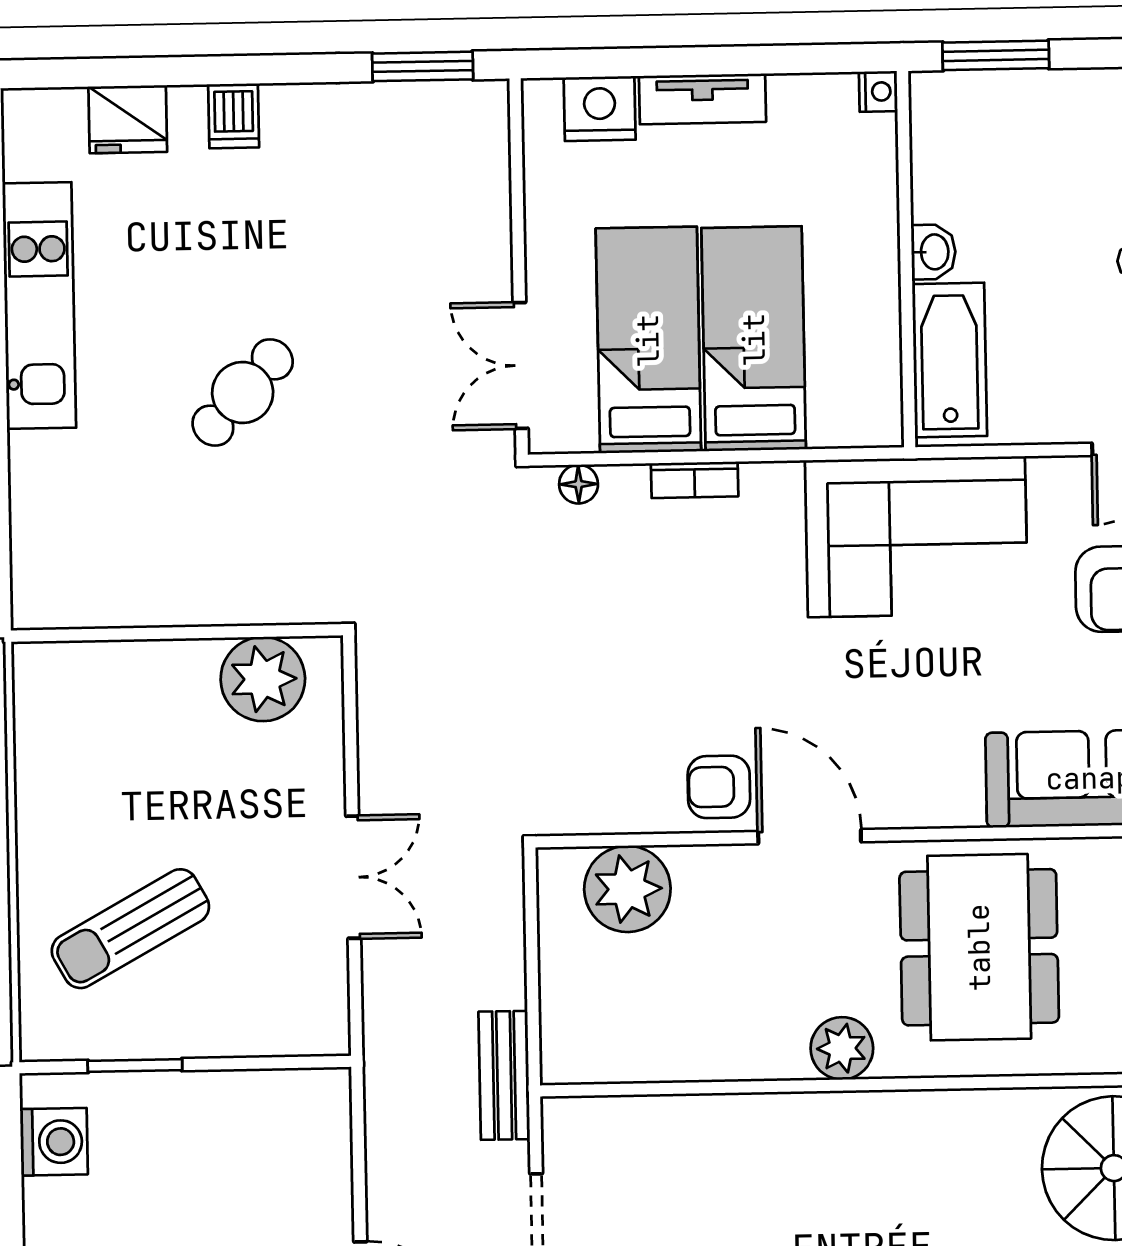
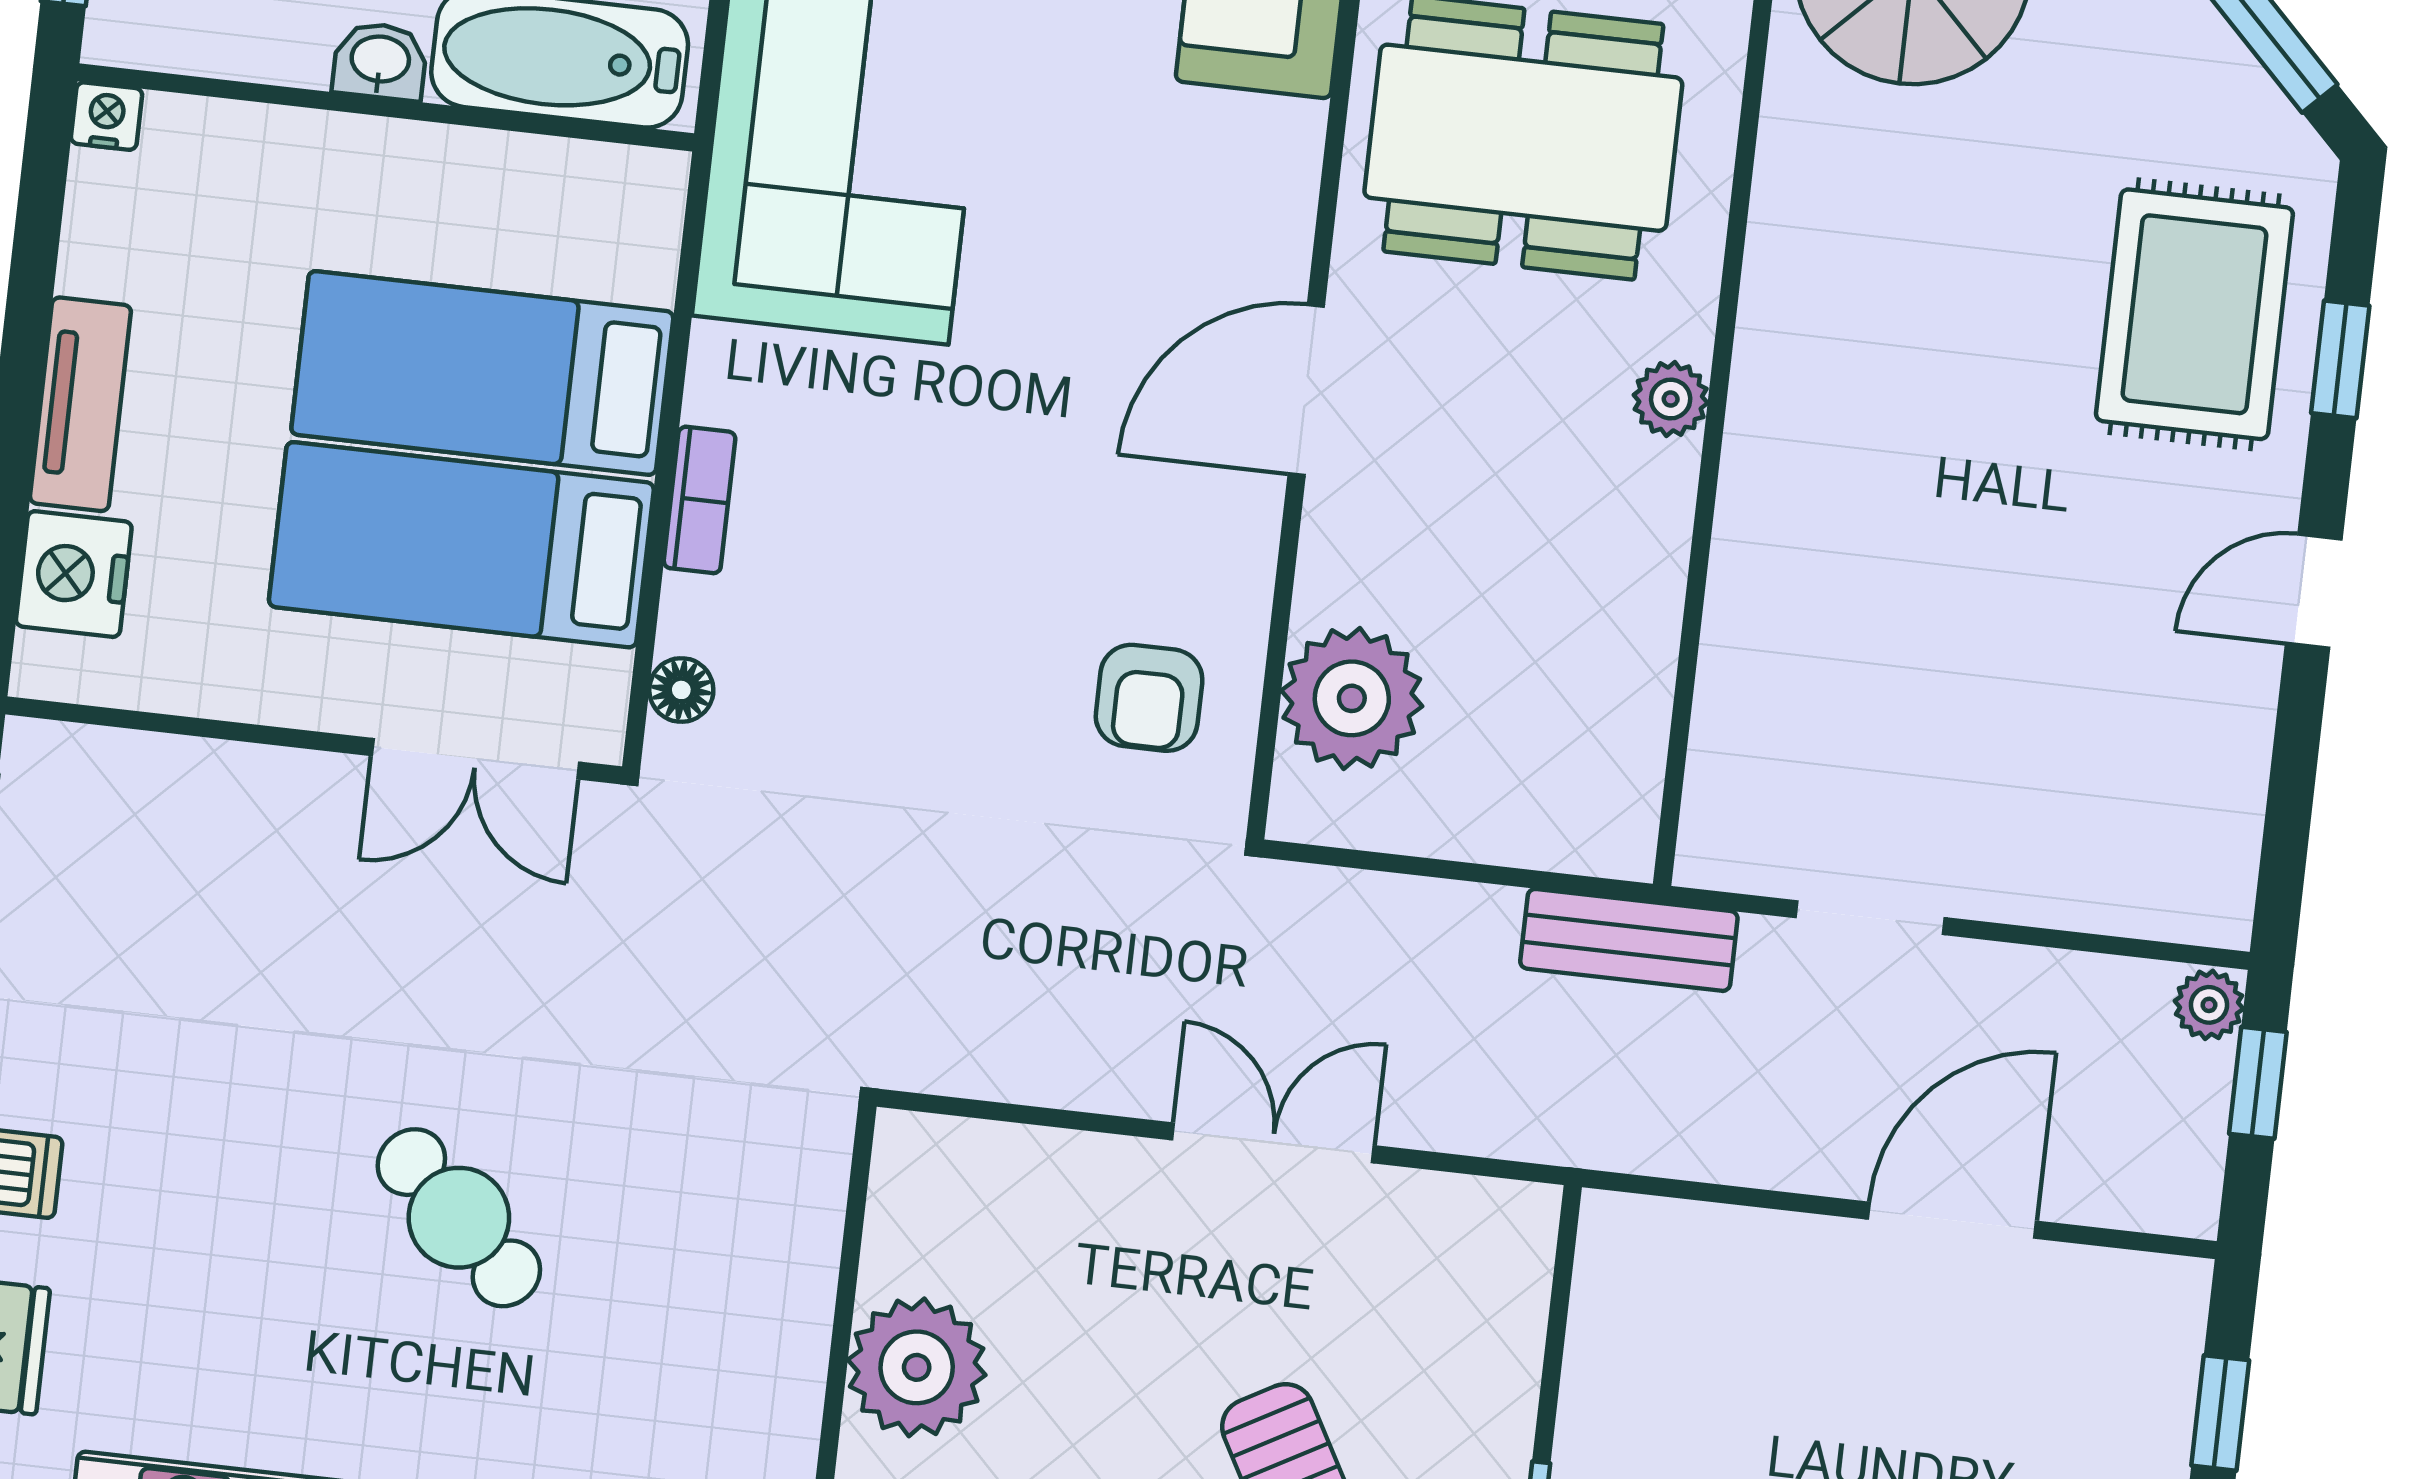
plant: (263, 679) -> (917, 1367), moved
armchair: (719, 787) -> (1149, 698), moved
plant: (842, 1048) -> (1671, 399), width x0.73, depth x0.73

